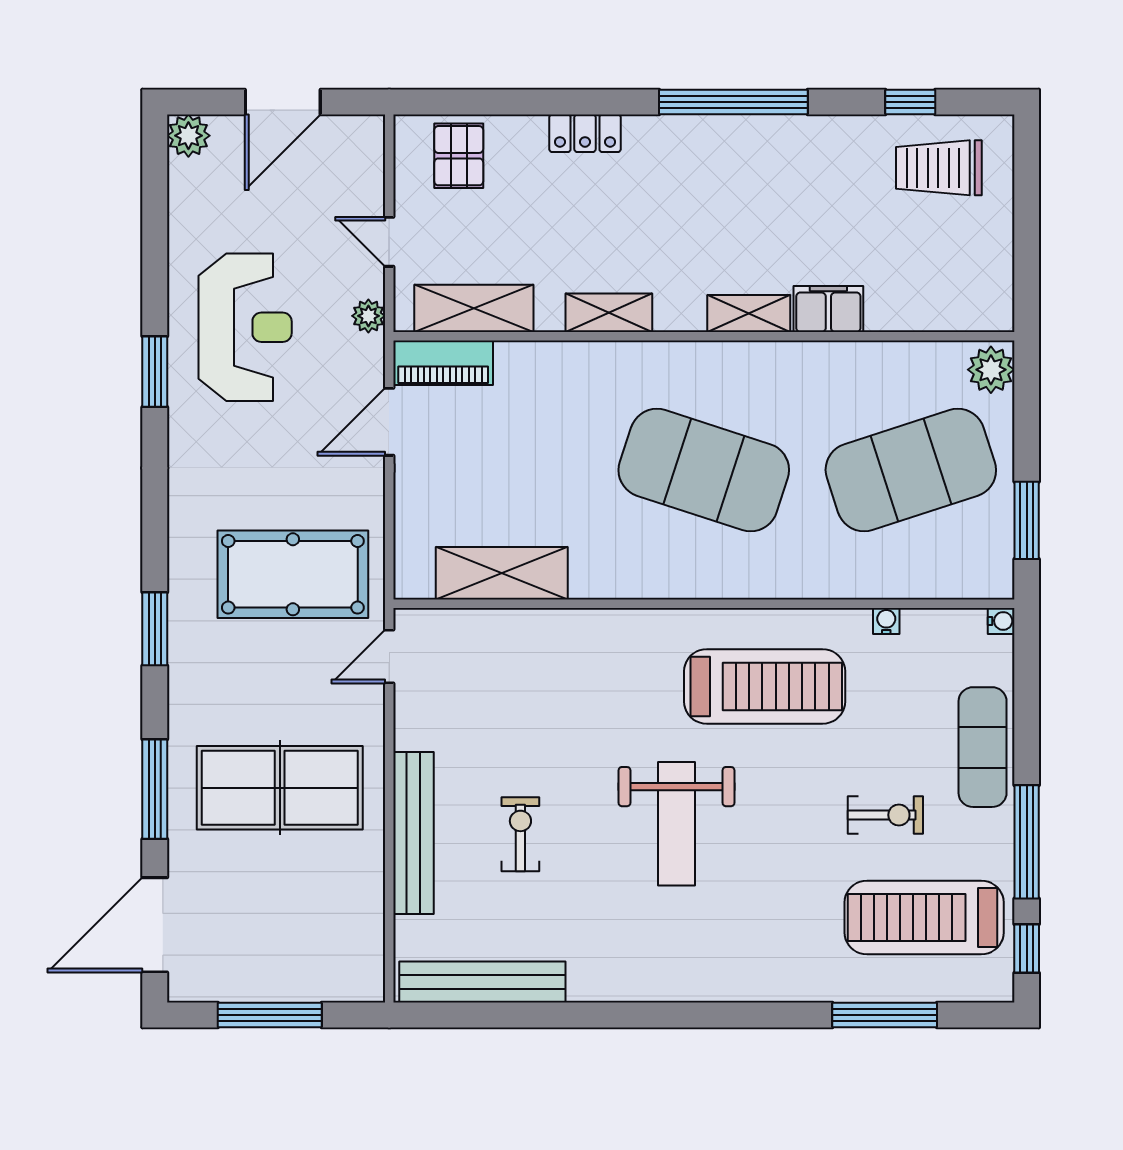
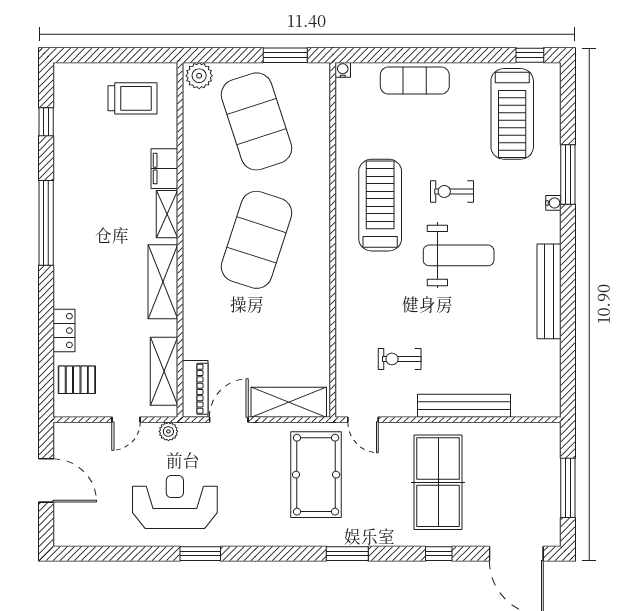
locker: (585, 133) -> (64, 331), moved
plant: (188, 136) -> (65, 534), removed
trolley: (939, 168) -> (133, 98), moved, turned -90
shelving: (609, 313) -> (163, 282), width x1.50, depth x1.33
door: (389, 422) -> (229, 420), swing flipped
shelving: (502, 573) -> (289, 402), moved, turned 90
water cooler: (886, 621) -> (553, 203), moved, turned 180
window: (155, 789) -> (439, 554), width x0.46
exercise bike: (885, 815) -> (452, 191), moved, turned -90
exercise bike: (520, 834) -> (400, 359), moved
window: (1027, 842) -> (469, 55), removed
bench: (482, 982) -> (549, 291), moved
window: (885, 1015) -> (568, 174), moved

